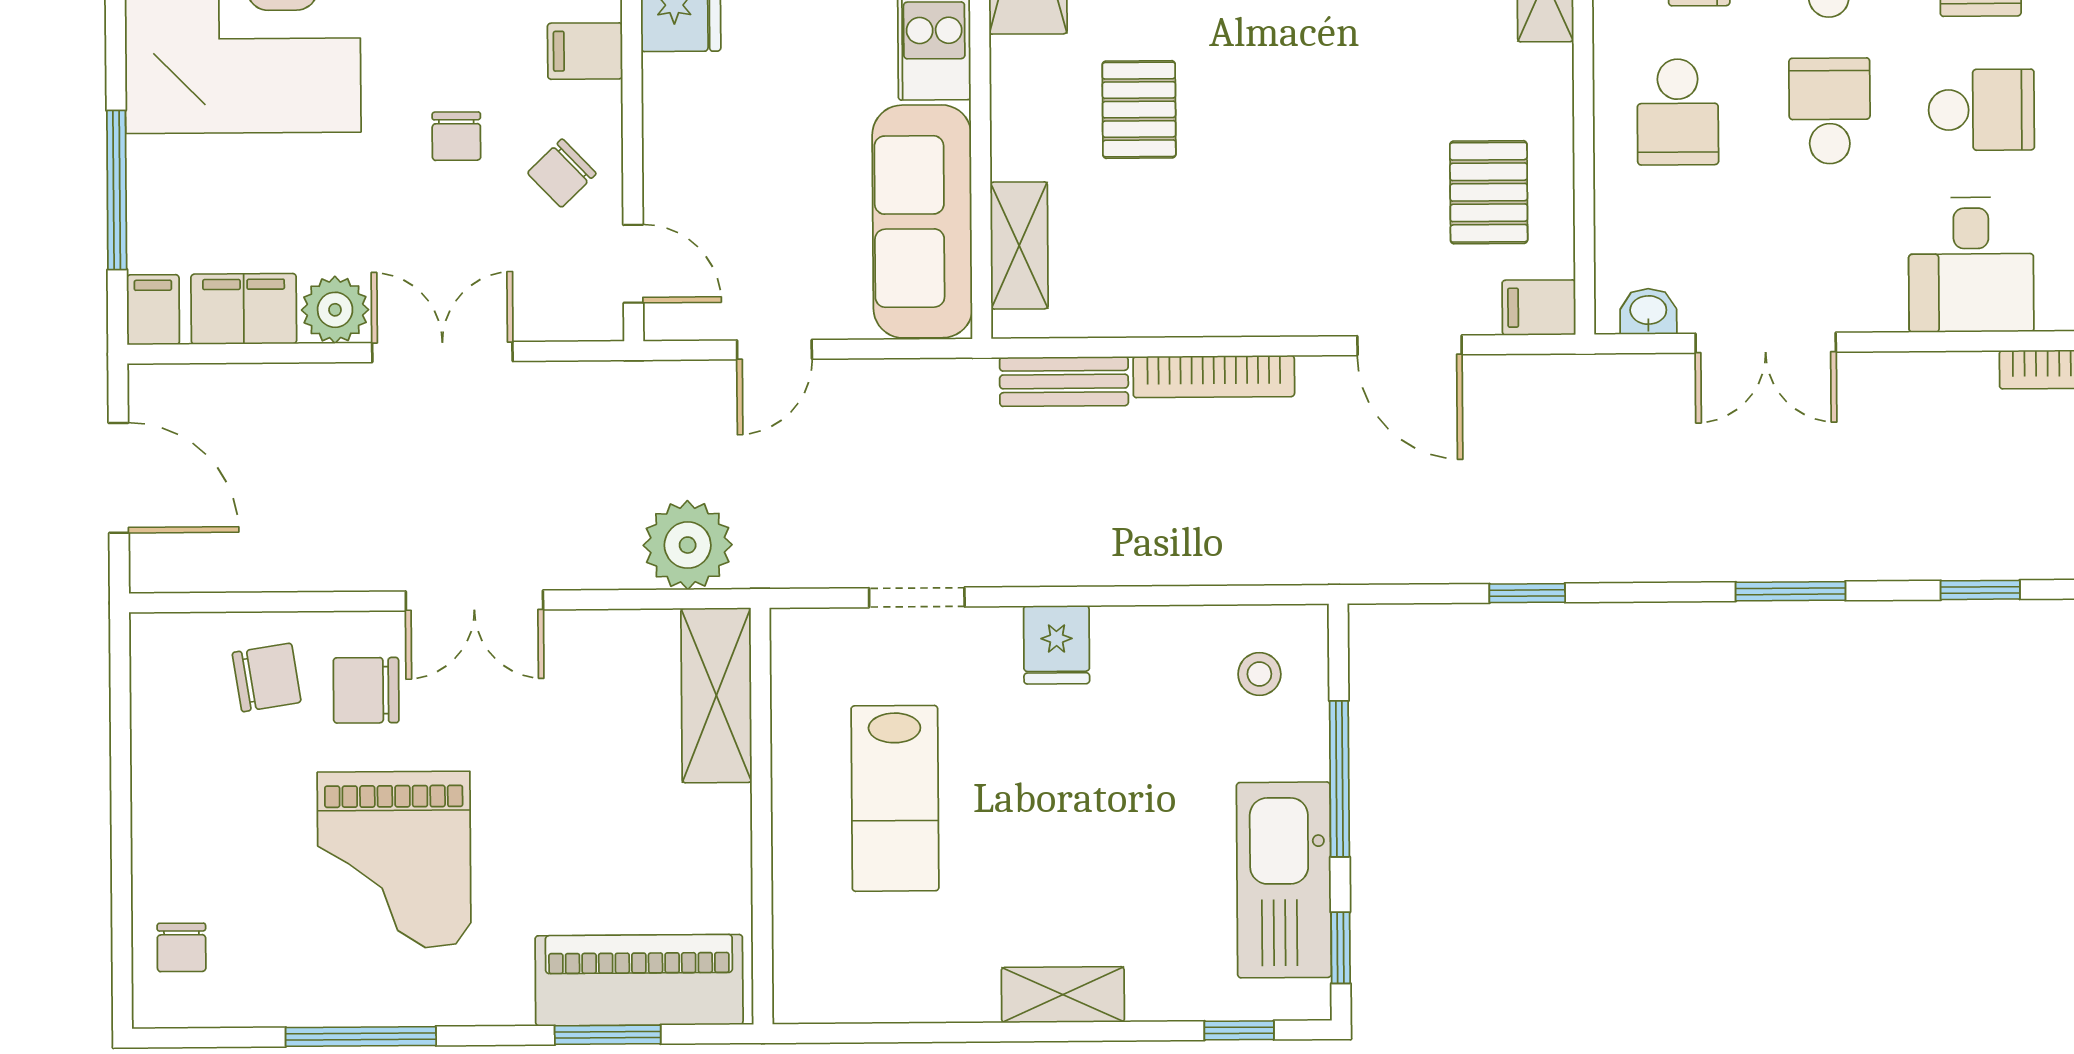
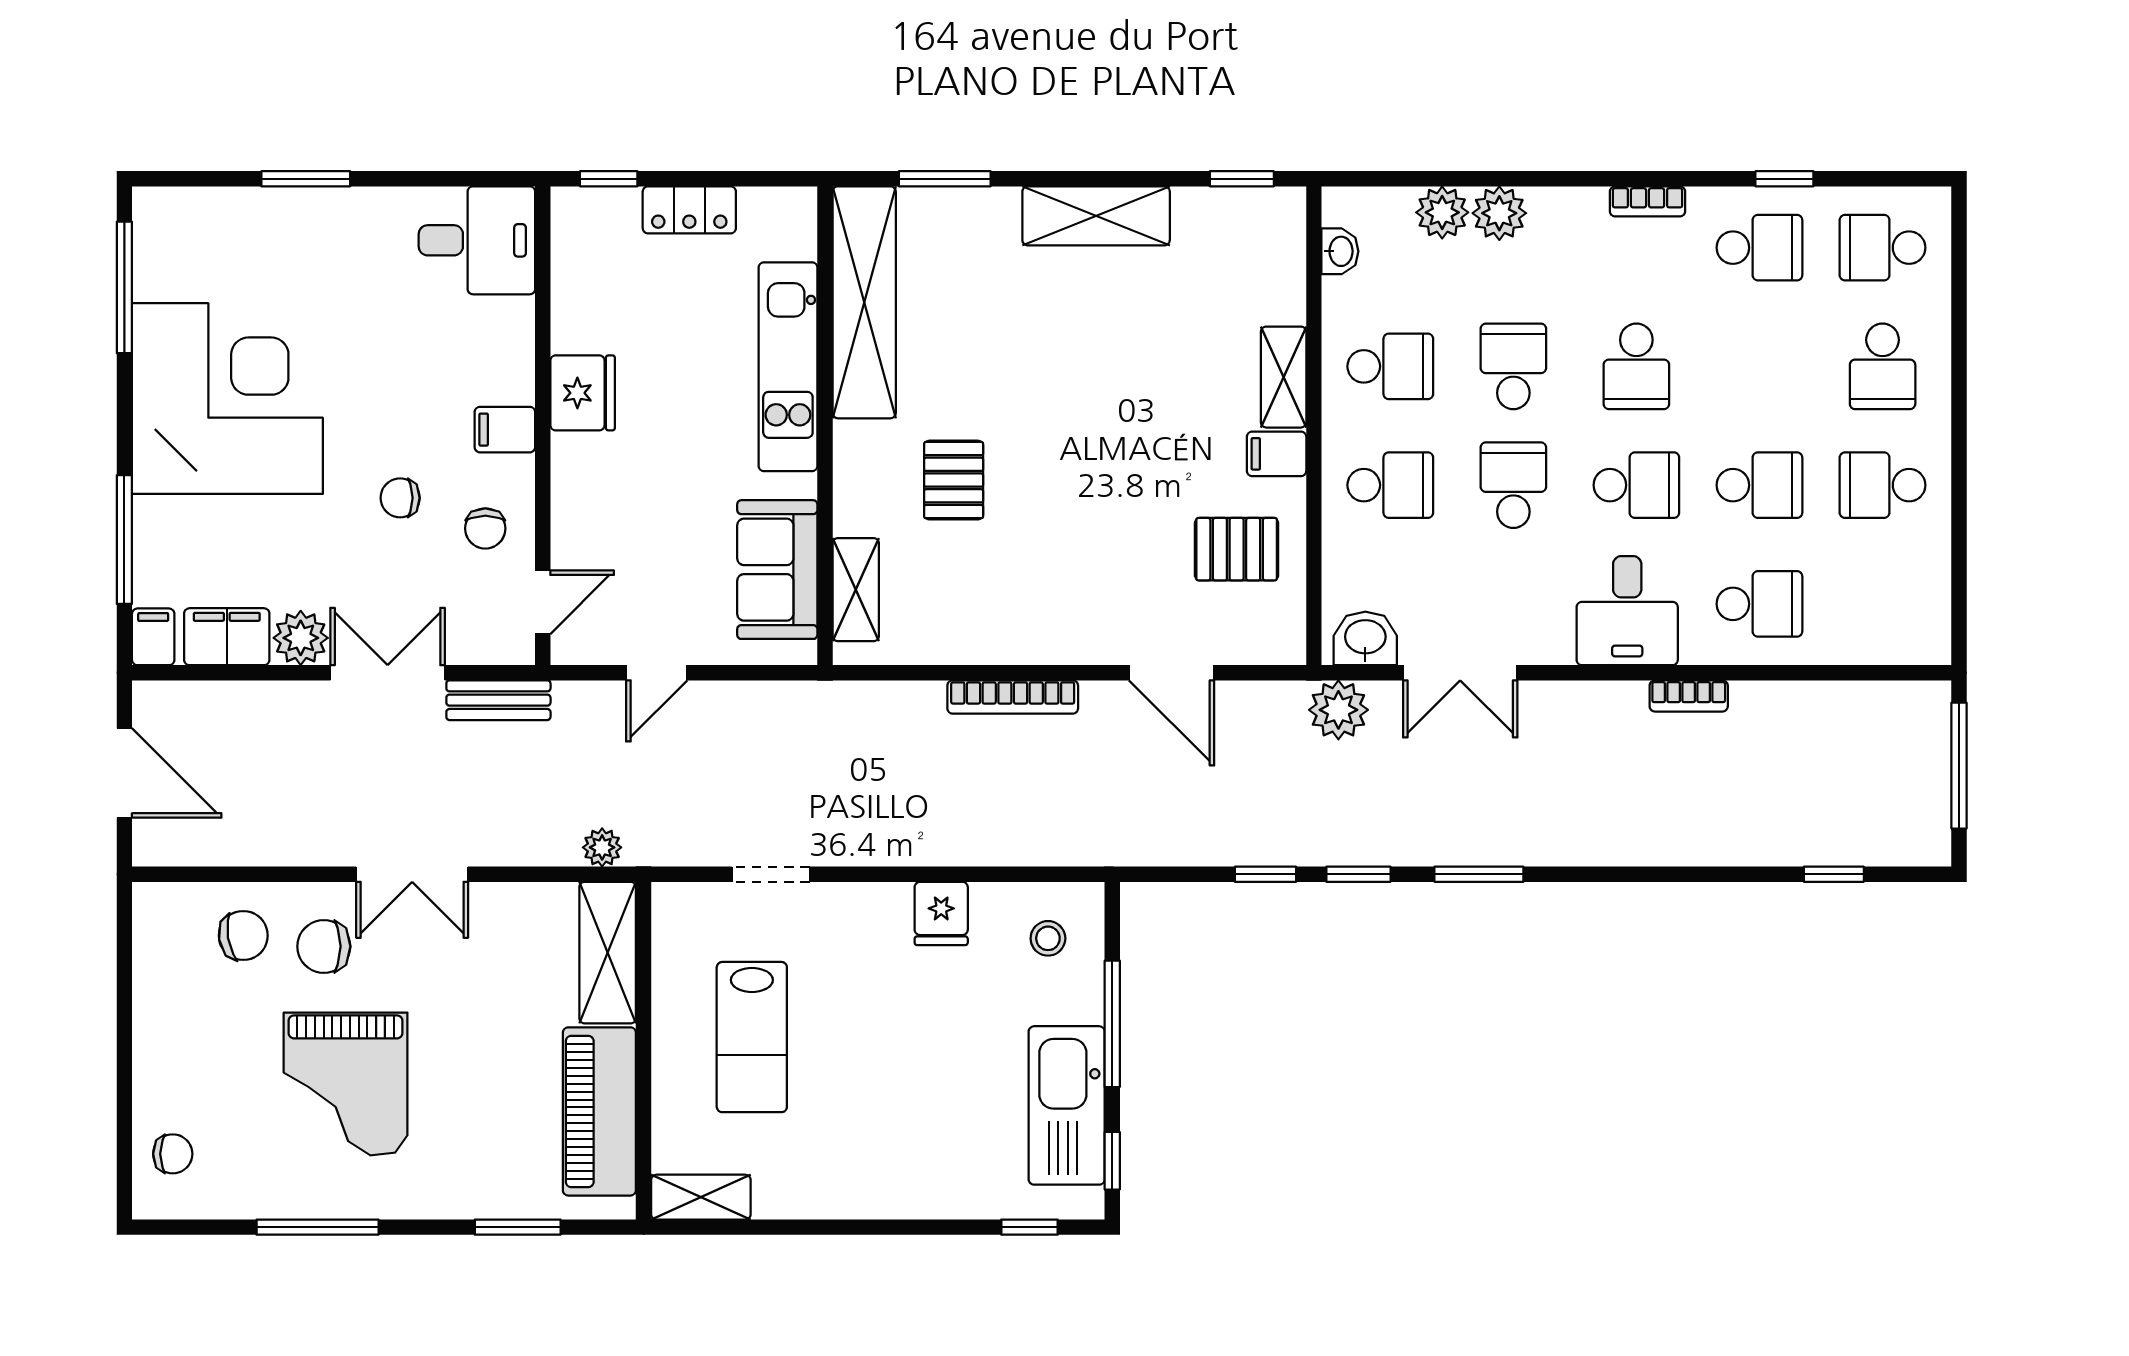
school desk: (1678, 112) -> (1390, 485), turned -90
chair: (456, 136) -> (400, 498), turned 90
chair: (562, 173) -> (485, 528), turned -46
pallet: (1489, 192) -> (1237, 549), turned 90
sofa: (922, 221) -> (777, 570), width x0.73
door: (633, 264) -> (543, 602), hinge flipped
filing cabinet: (1539, 307) -> (1277, 454), moved
washbasin: (1648, 311) -> (1365, 638), width x1.38, depth x1.45
bench: (1064, 381) -> (498, 700), moved
plant: (1616, 390) -> (1338, 710), added
plant: (688, 545) -> (602, 847), width x0.53, depth x0.53
window: (1980, 590) -> (1358, 874), moved
fridge: (1057, 645) -> (941, 914), moved
chair: (182, 947) -> (173, 1154), turned -90
piano: (639, 980) -> (599, 1111), moved, turned -90
shelving: (1063, 995) -> (701, 1197), moved

